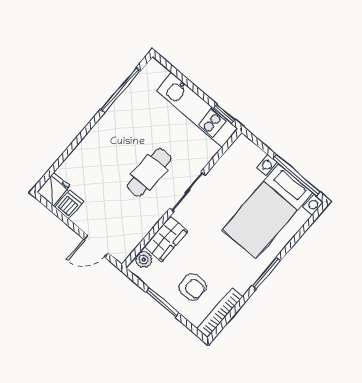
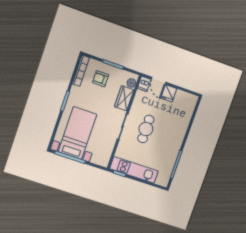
fridge: (54, 189) -> (169, 93), moved
dishwasher: (69, 204) -> (144, 84), moved
door: (96, 246) -> (159, 81), swing flipped

